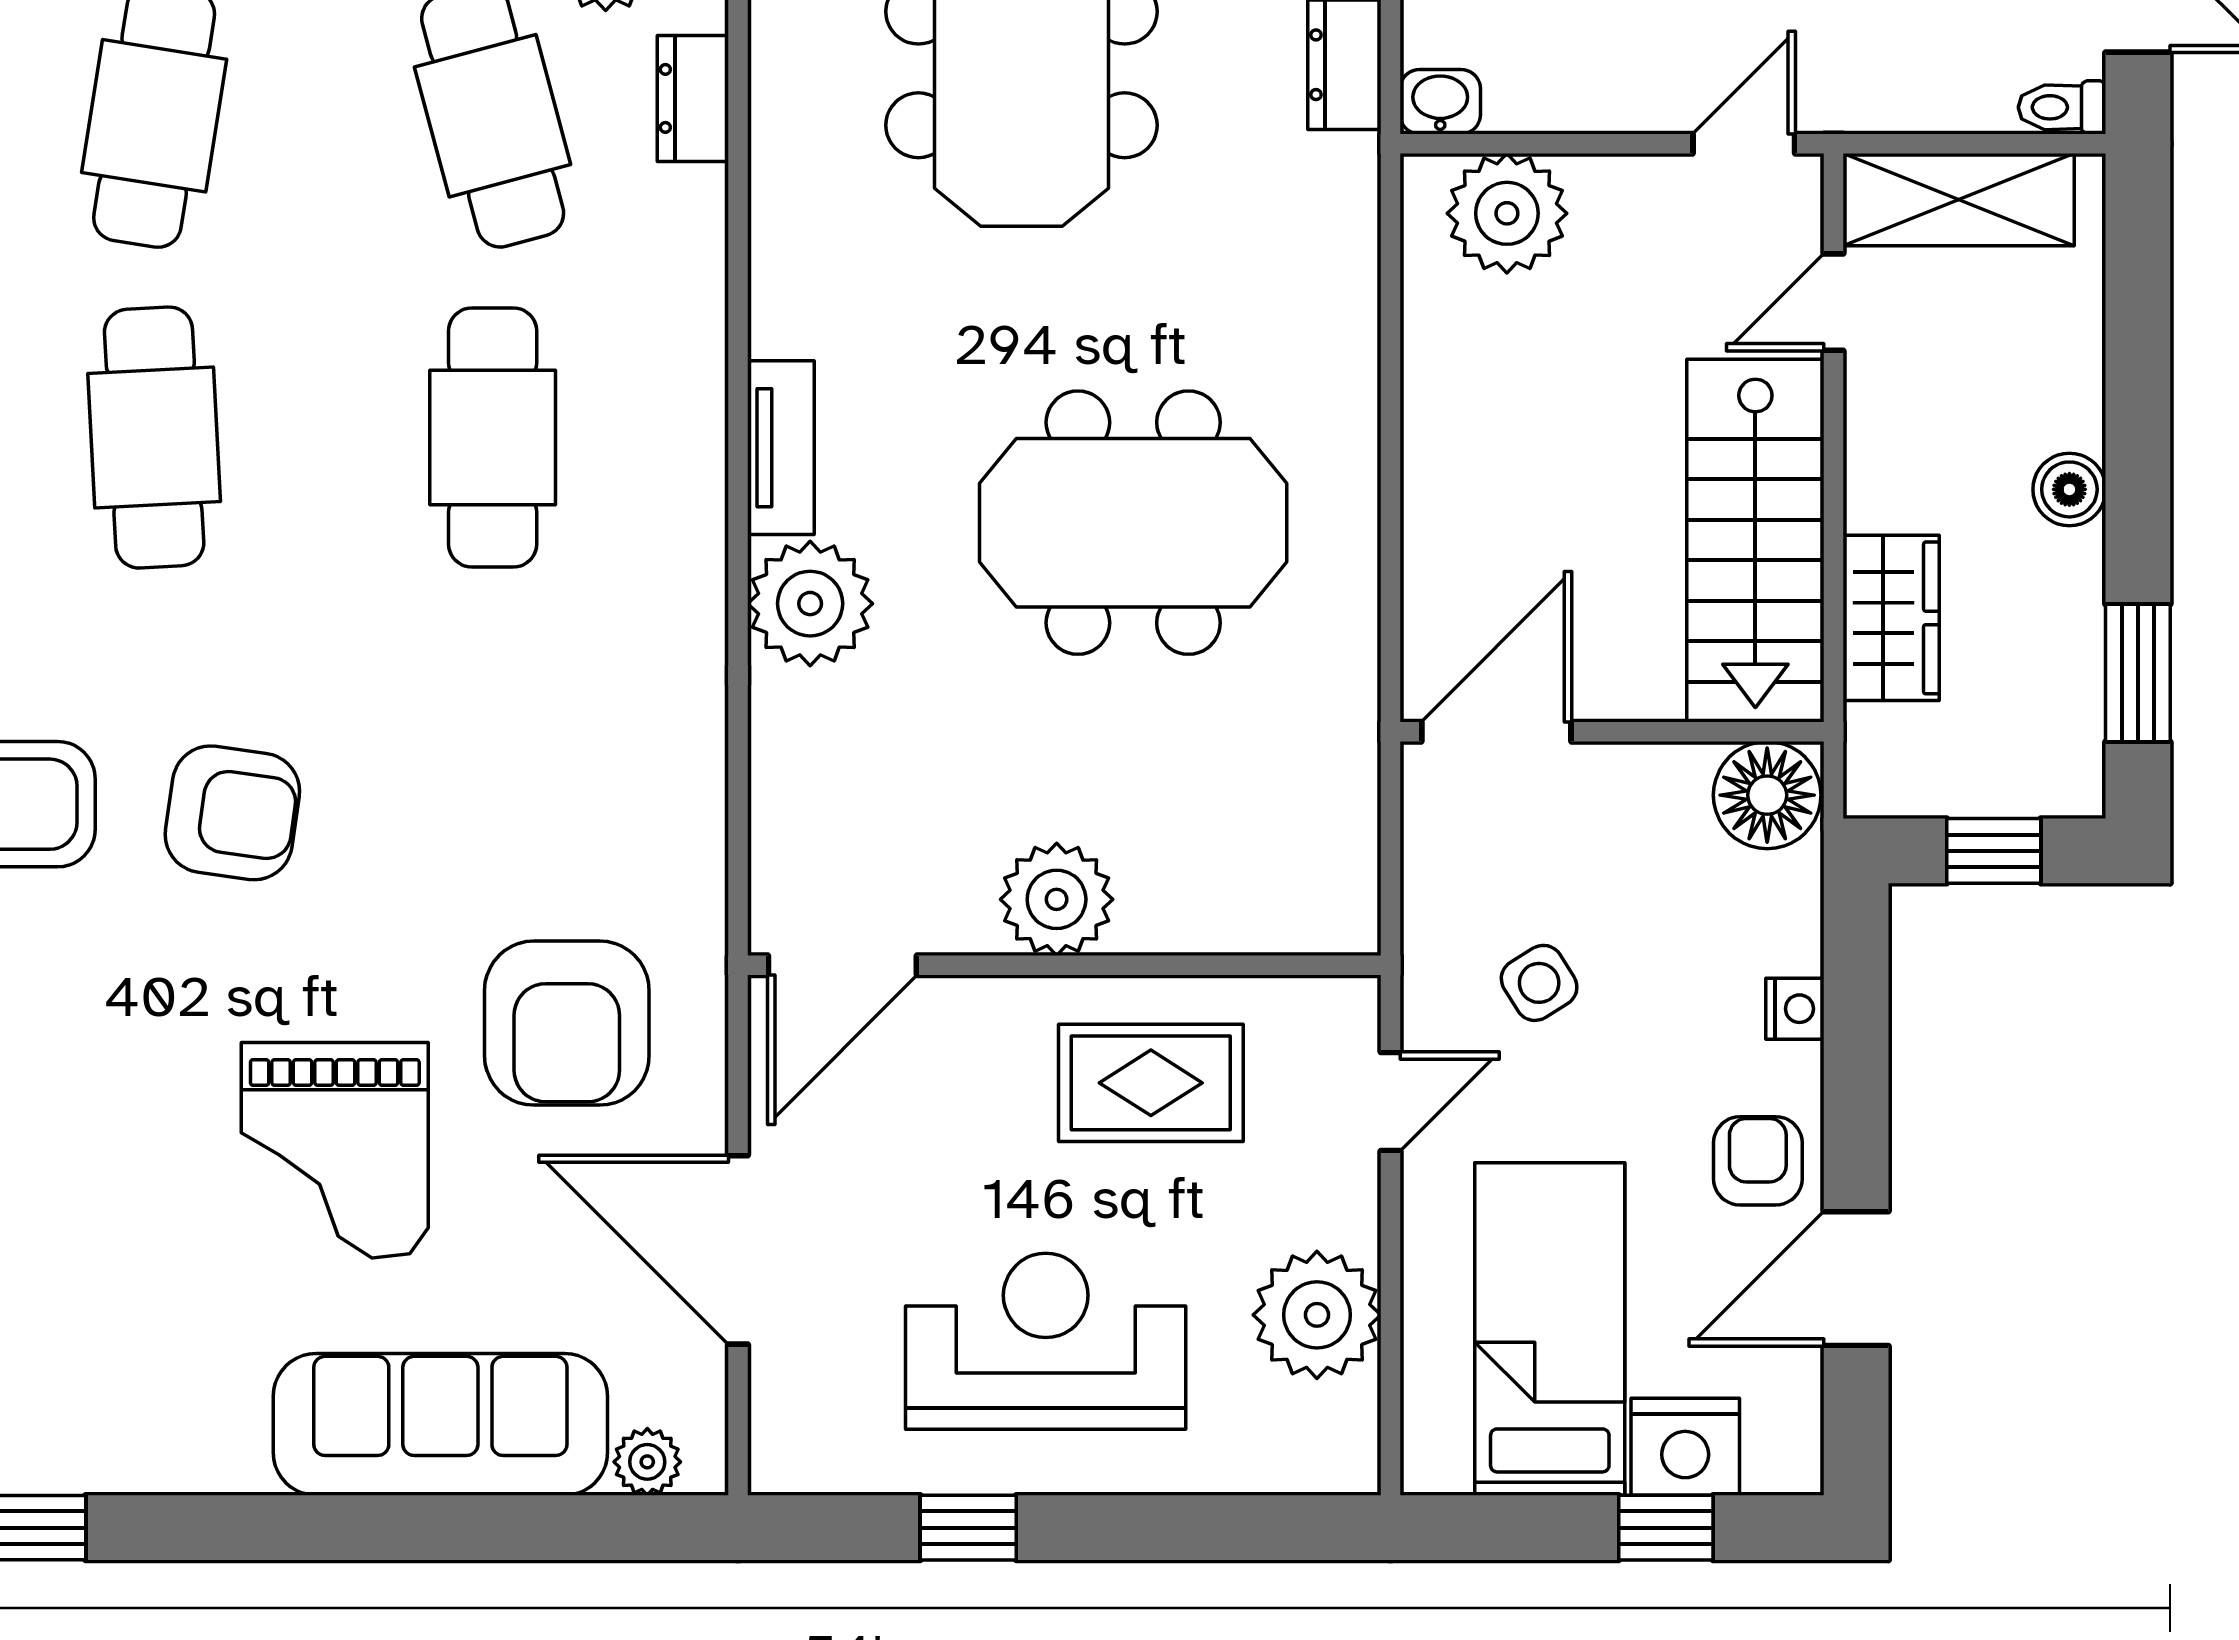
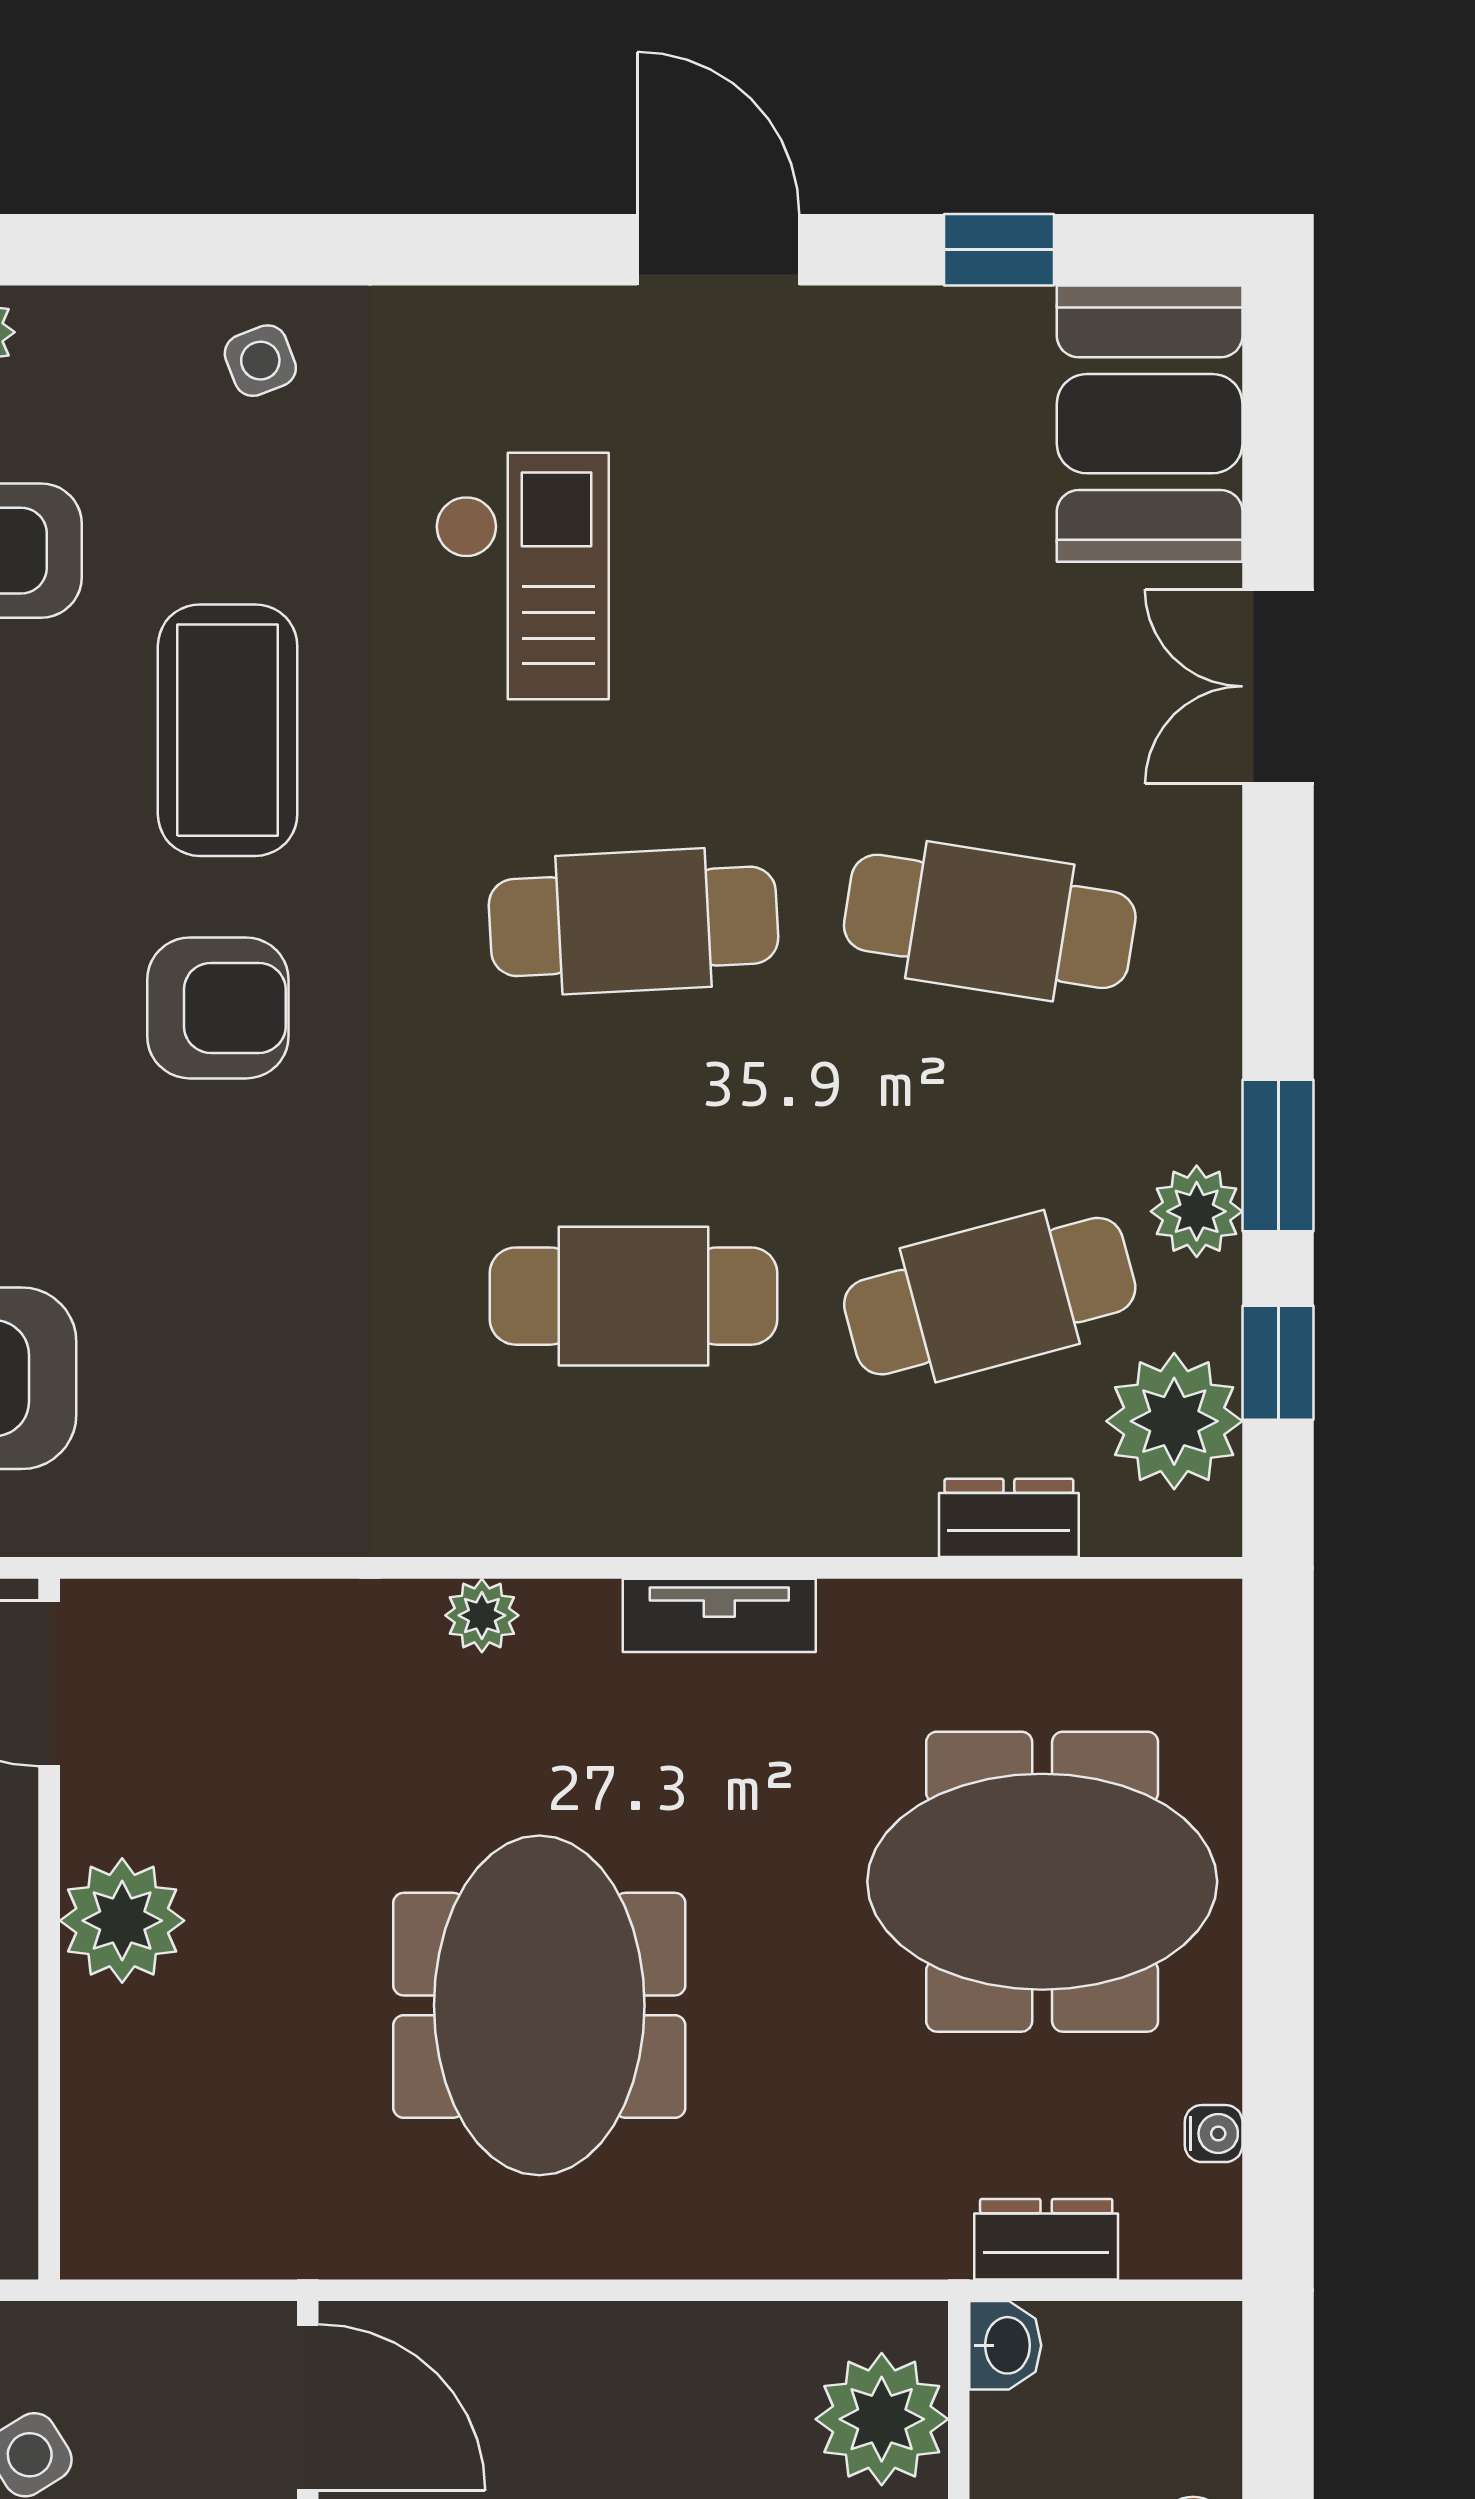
tv unit: (781, 448) -> (719, 1615), moved
plant: (810, 604) -> (482, 1615), width x0.53, depth x0.53
armchair: (232, 813) -> (218, 1008), turned -98

